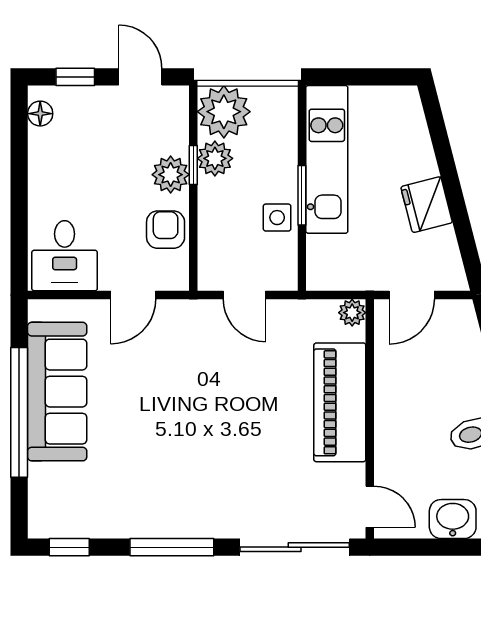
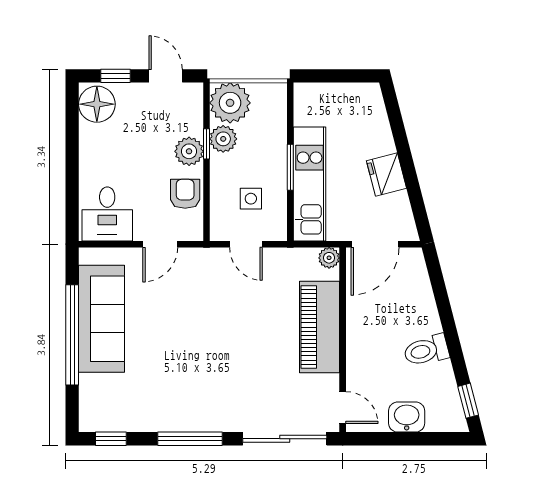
floor lamp: (40, 114) -> (97, 104), width x1.89, depth x1.89
kitchen unit: (327, 159) -> (310, 184), moved
side table: (277, 218) -> (251, 199), moved
door: (412, 295) -> (375, 244), width x1.38

